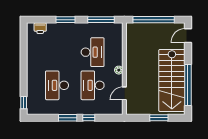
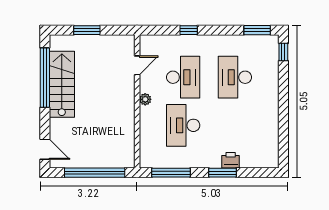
printer: (40, 28) -> (231, 160), moved
door: (188, 36) -> (45, 149), hinge flipped
stairs: (172, 80) -> (62, 84), width x0.73, depth x0.66
desk: (57, 85) -> (235, 77), turned 180
window: (68, 118) -> (257, 30), moved

